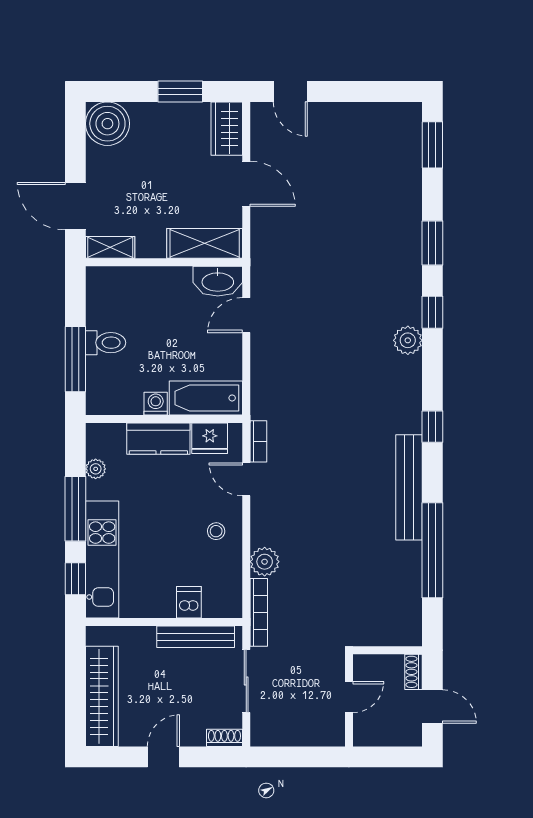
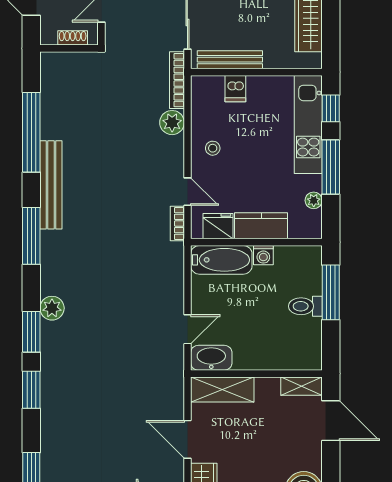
window: (432, 312) -> (31, 332), width x1.50
window: (432, 427) -> (31, 236), width x2.17
shoe rack: (414, 672) -> (73, 38), moved, turned -90

